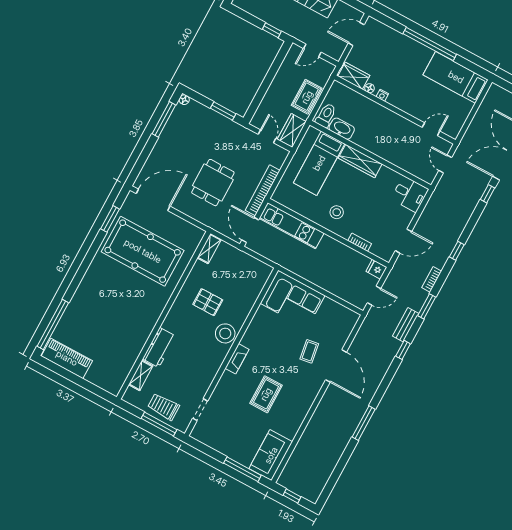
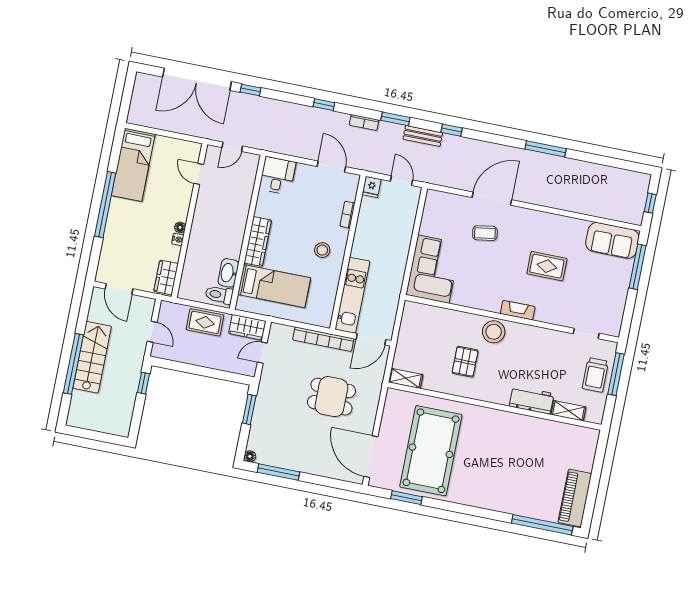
floor lamp: (370, 88) -> (180, 227), moved

